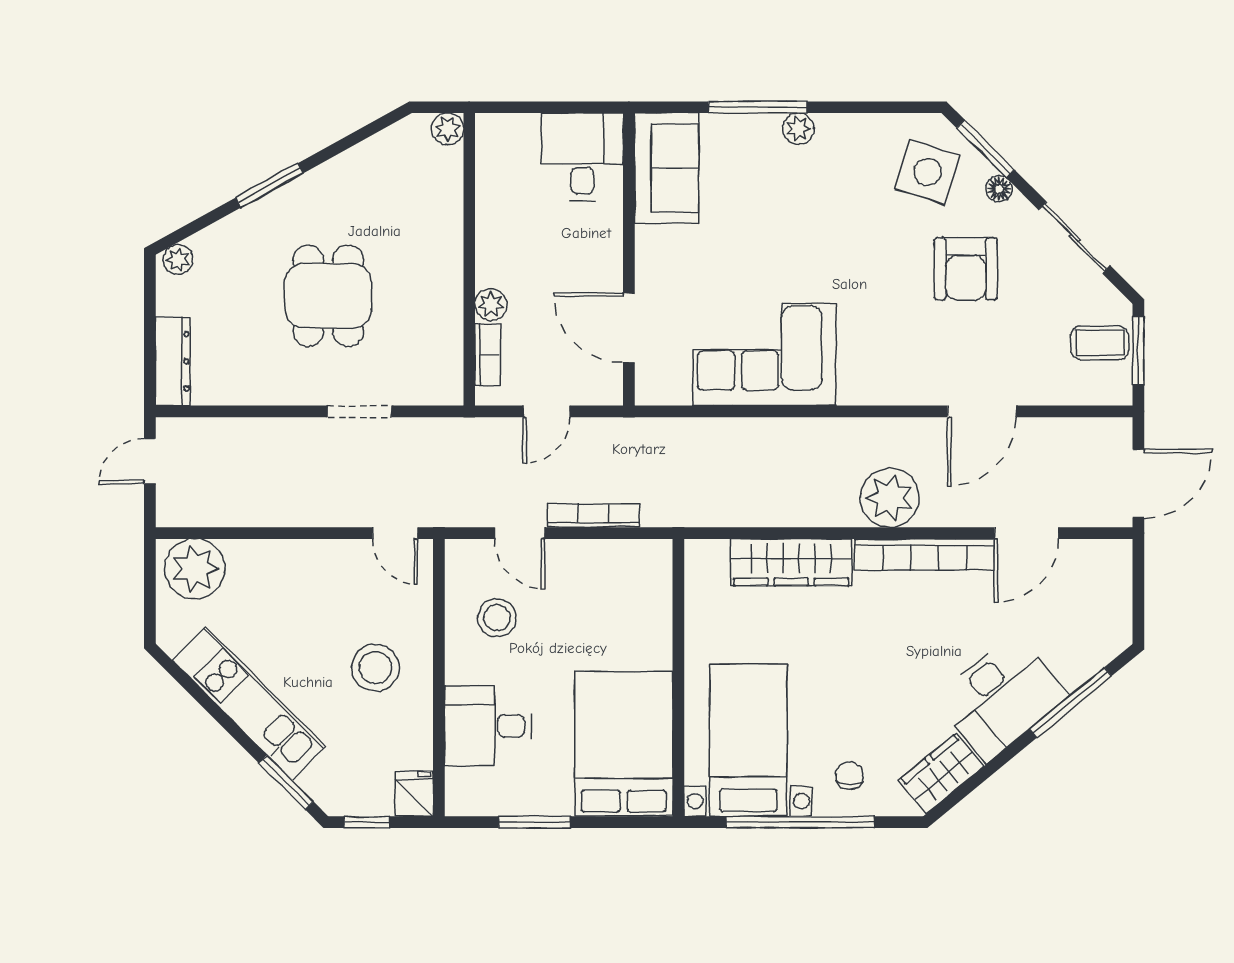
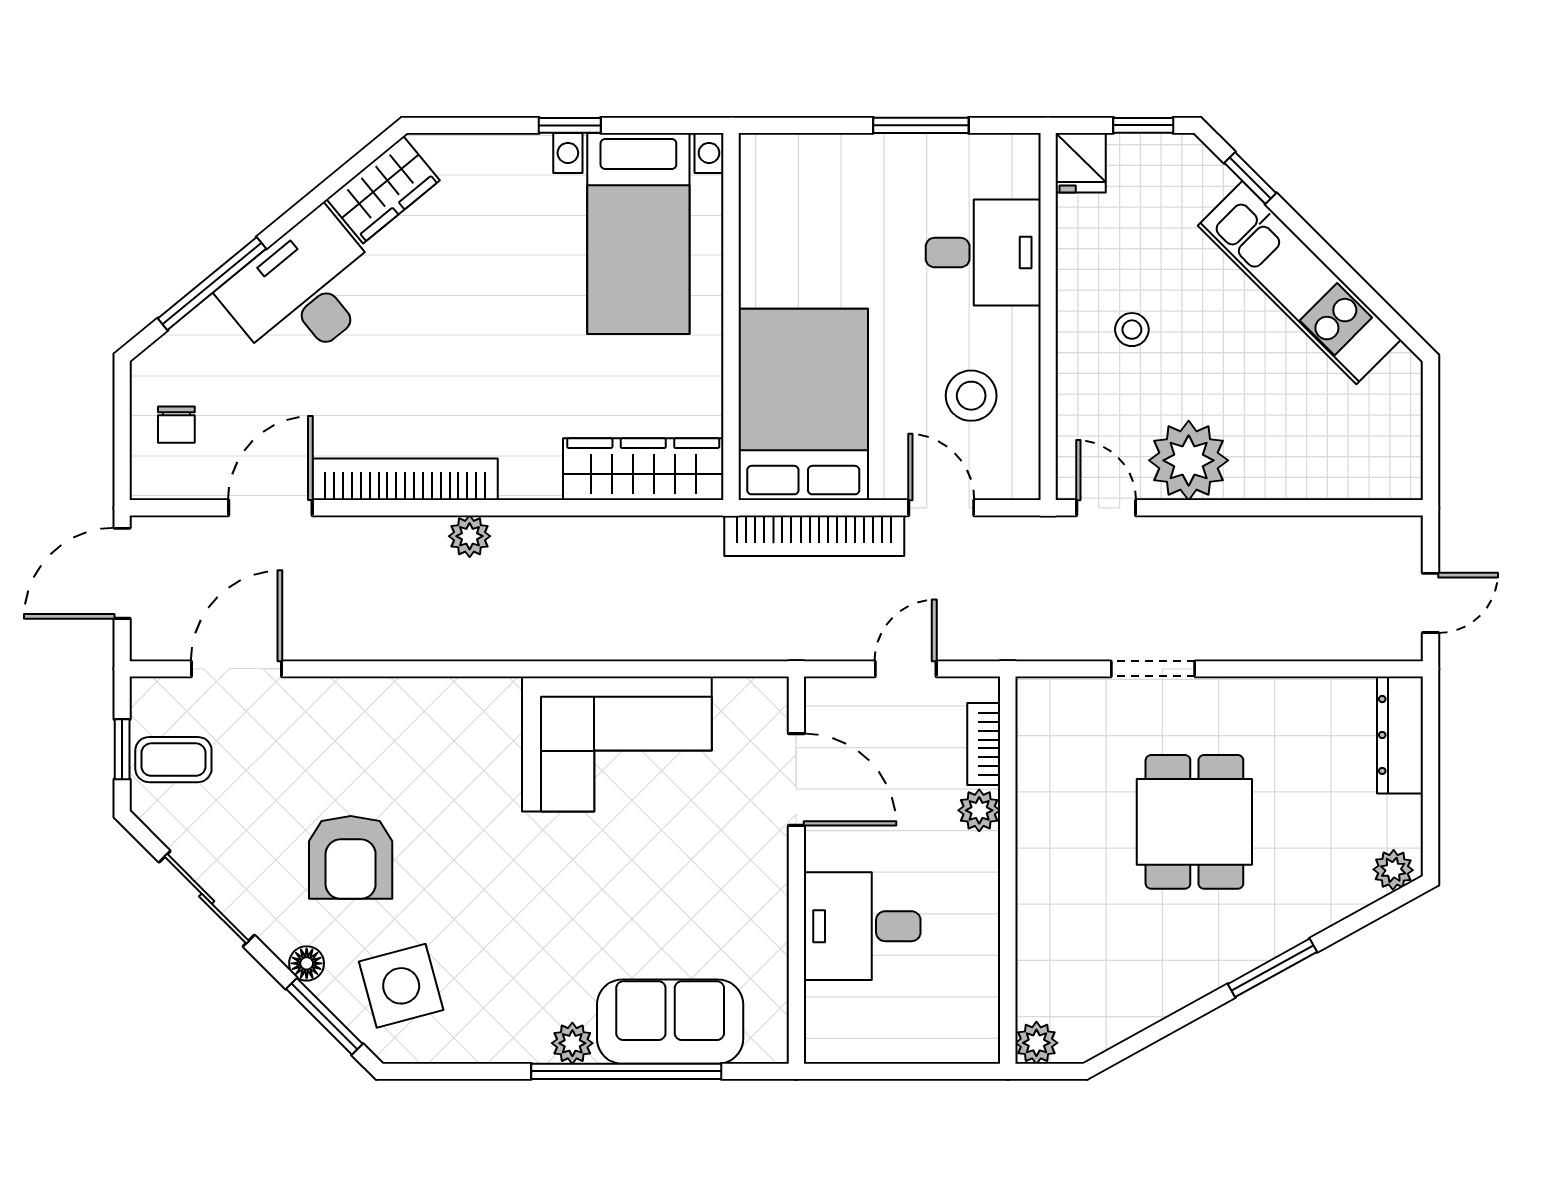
window: (758, 107) -> (626, 1071), width x1.46
desk: (582, 157) -> (862, 926), moved, turned 90
sofa: (667, 168) -> (670, 1022), moved, turned 90
side table: (928, 172) -> (401, 986), turned -32
armchair: (966, 269) -> (351, 857), turned 180
window: (1138, 351) -> (122, 749), width x0.67
door: (982, 411) -> (237, 669), moved
plant: (890, 498) -> (470, 536), width x0.53, depth x0.53
bookcase: (593, 516) -> (814, 536), width x1.48, depth x1.31
wardrobe: (791, 562) -> (643, 469), moved
plant: (195, 569) -> (1189, 460), moved
stool: (375, 668) -> (1132, 330), width x0.53, depth x0.53
bed: (624, 744) -> (803, 404), moved, turned 180
chair: (850, 776) -> (176, 425), moved
window: (286, 782) -> (1250, 178), width x0.67
window: (800, 822) -> (570, 125), width x0.32

